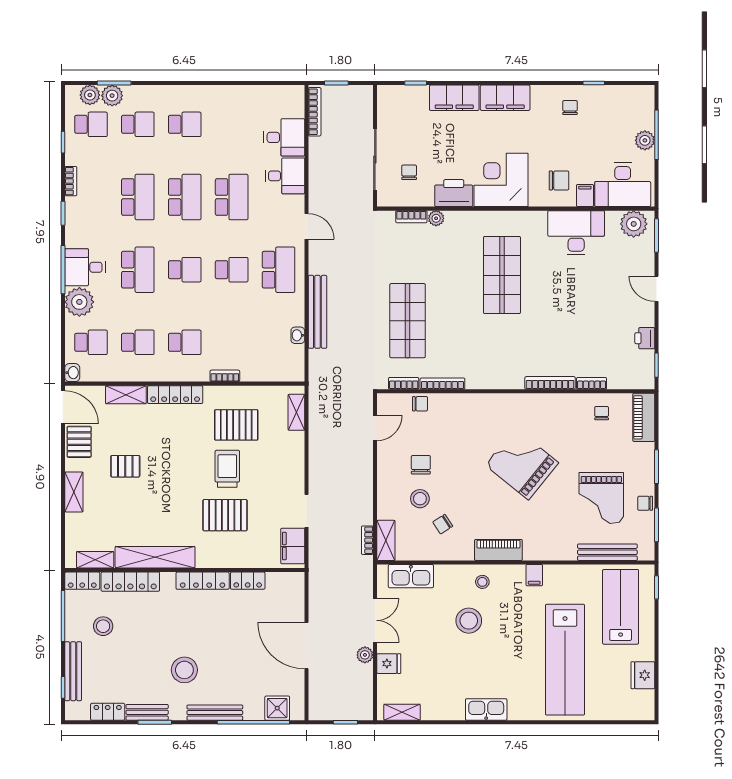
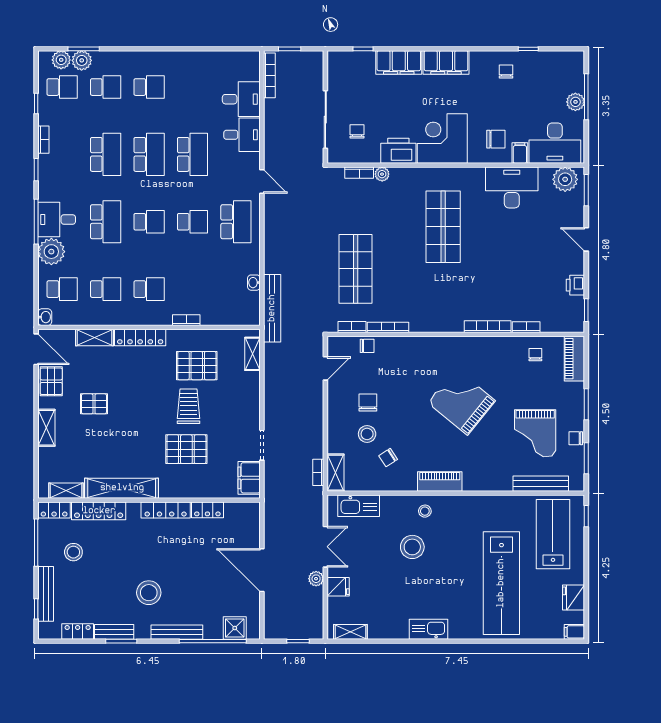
bench: (317, 312) -> (272, 308), moved
filing cabinet: (534, 575) -> (574, 632), moved, turned 90

